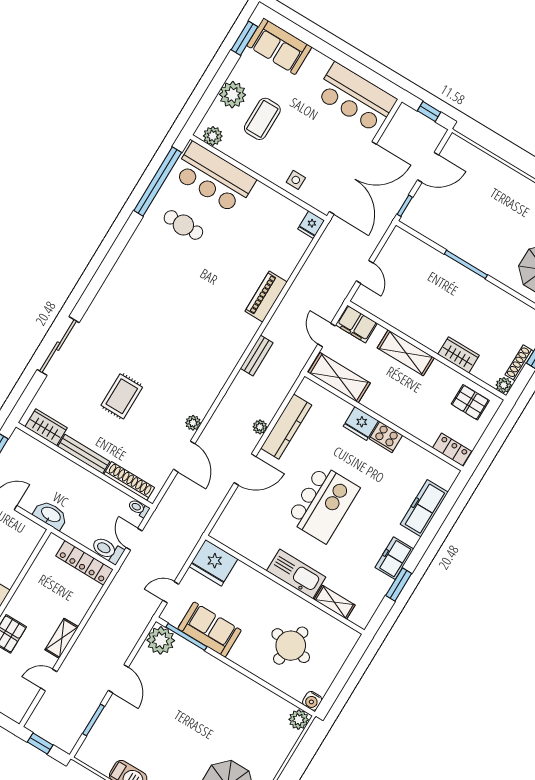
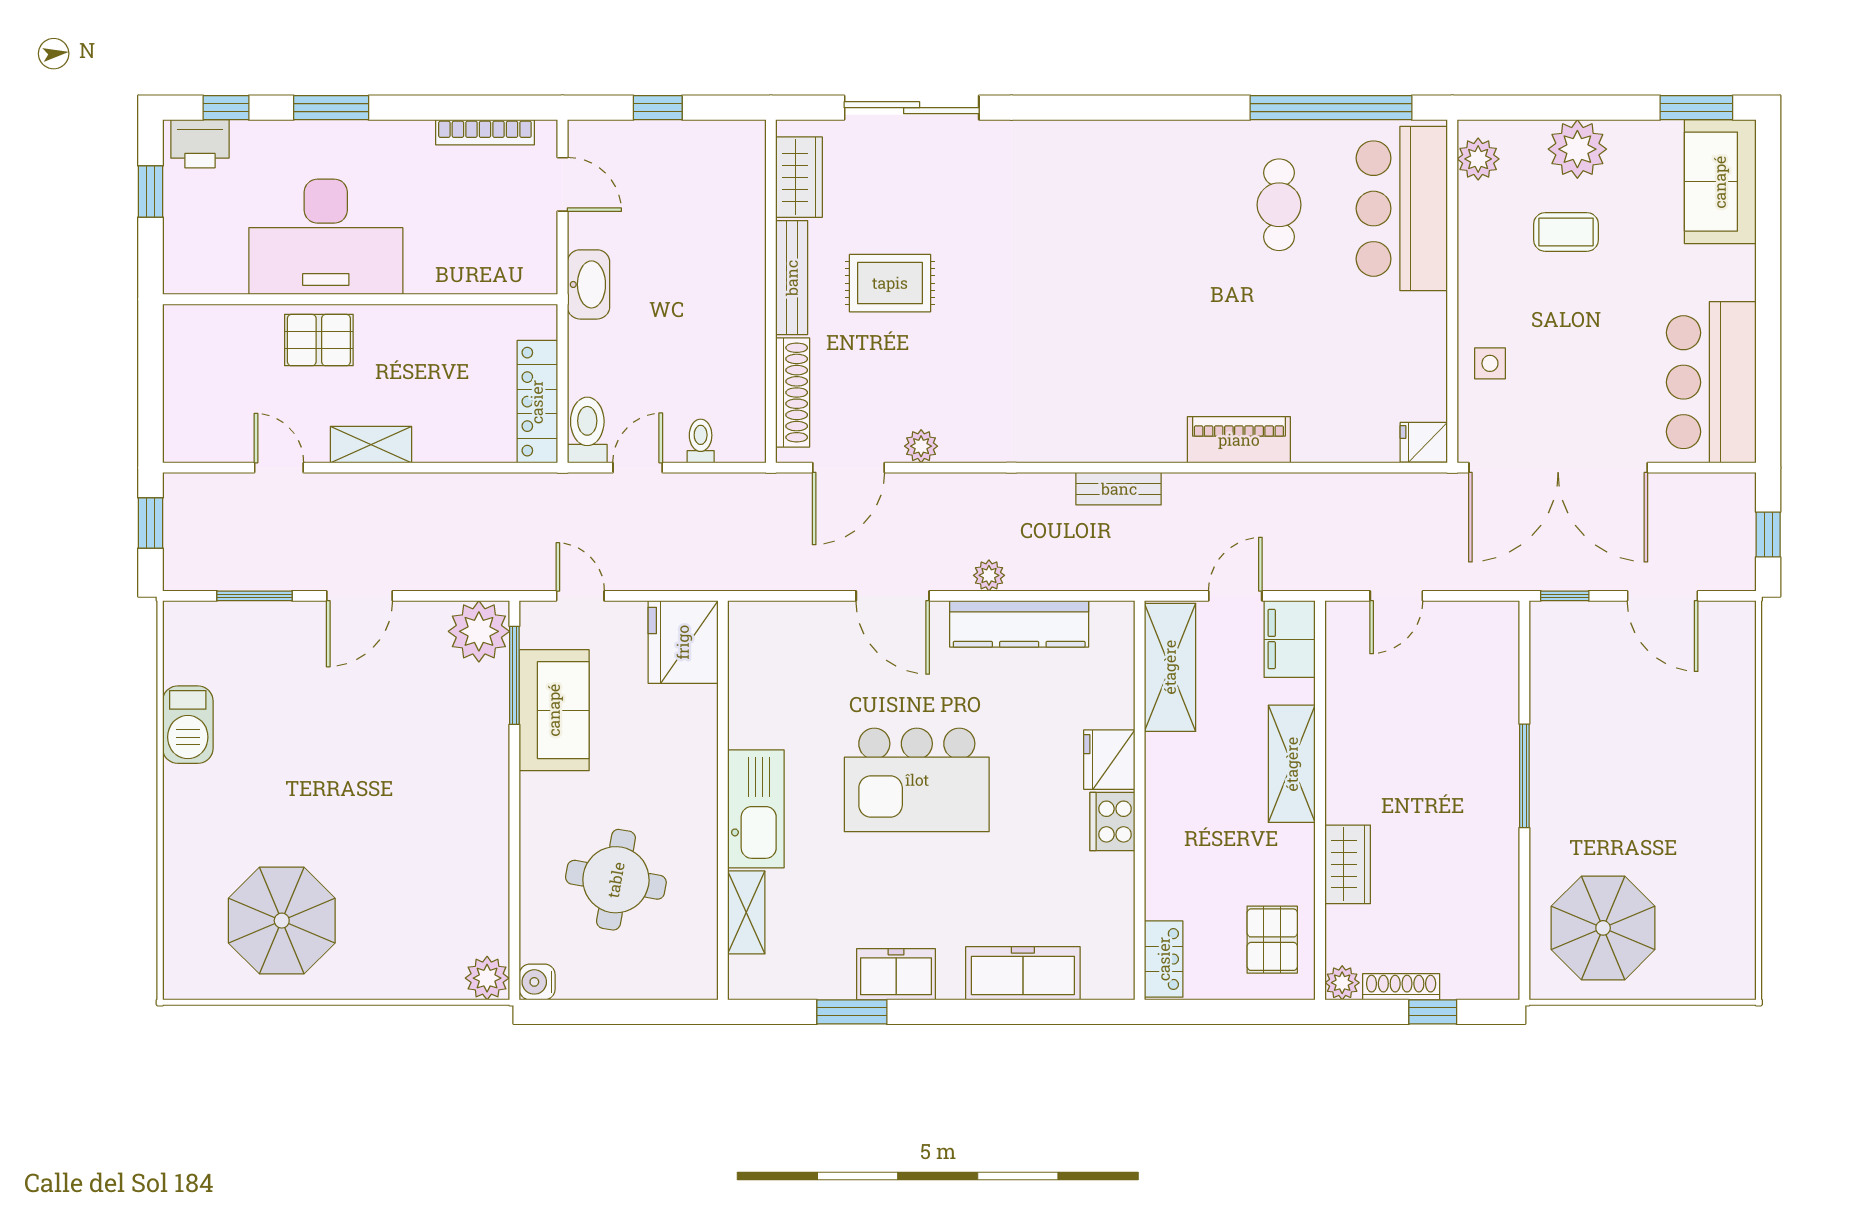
coffee table: (262, 119) -> (1566, 232), width x0.73, depth x0.77
wardrobe: (46, 427) -> (799, 177), moved
bench: (84, 454) -> (792, 278), moved
wall: (84, 465) -> (771, 291), moved
shoe rack: (129, 481) -> (793, 393), moved

